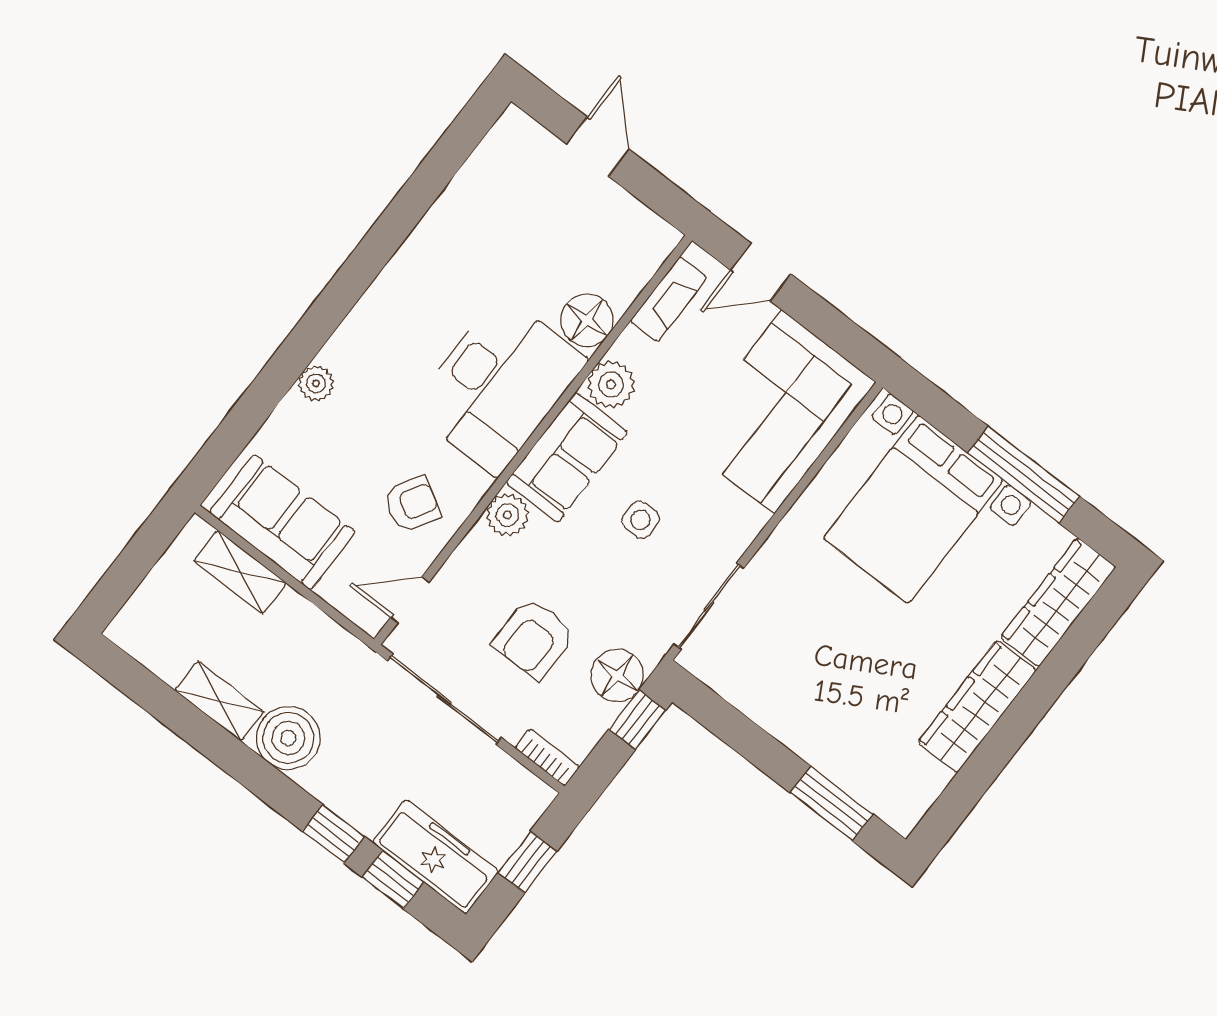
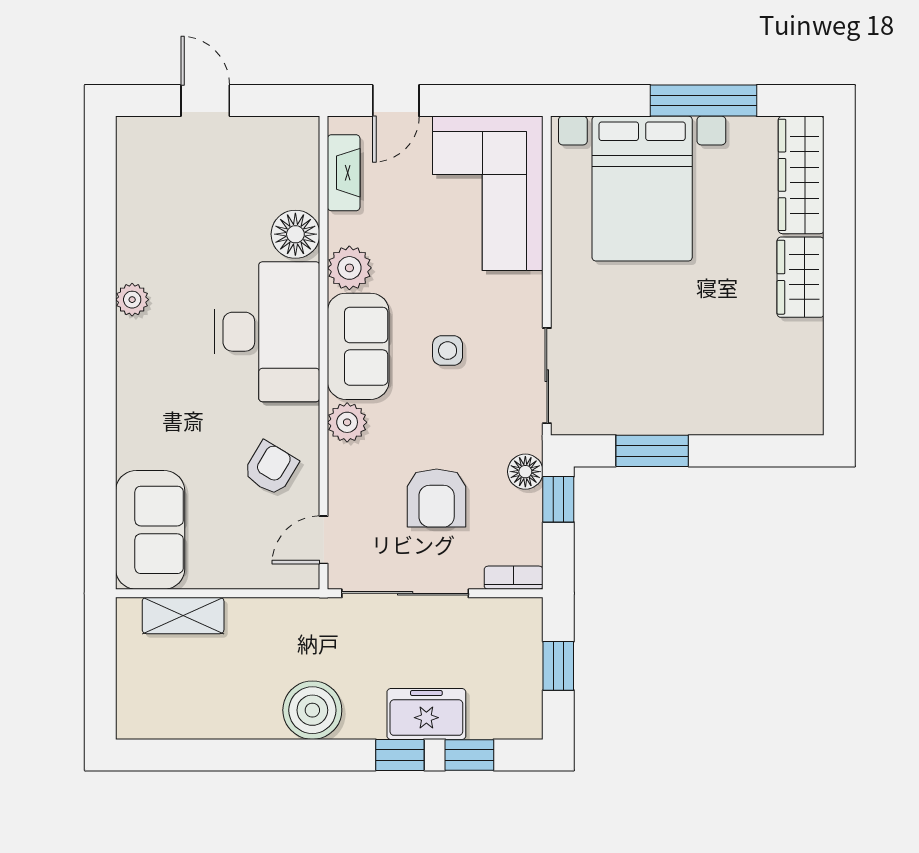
plant: (316, 383) -> (132, 300), moved
sofa: (282, 522) -> (150, 530), moved, turned 90
floor lamp: (617, 676) -> (525, 472), width x0.73, depth x0.73
shelving: (219, 701) -> (241, 722), removed
wardrobe: (977, 706) -> (801, 277), width x0.67
window: (832, 804) -> (652, 451), moved
freezer: (436, 857) -> (426, 714), moved, width x0.71

